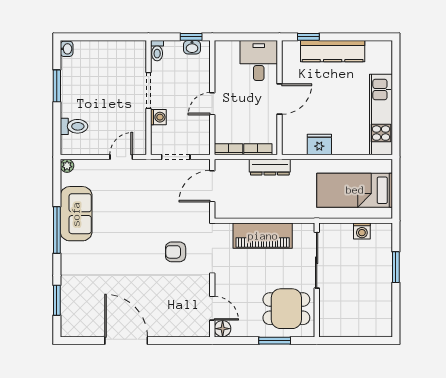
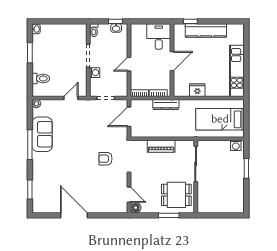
washing machine: (362, 231) -> (236, 145), moved
piano: (263, 236) -> (161, 146), width x0.73, depth x0.75

